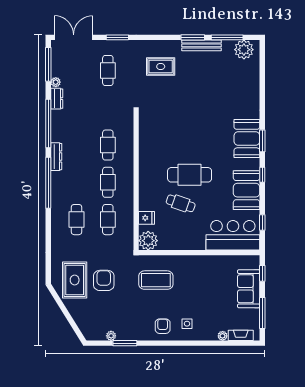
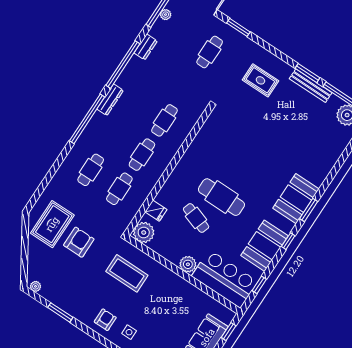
plant: (56, 82) -> (166, 15), moved
plant: (198, 243) -> (188, 264), added
plant: (111, 336) -> (35, 286), moved

